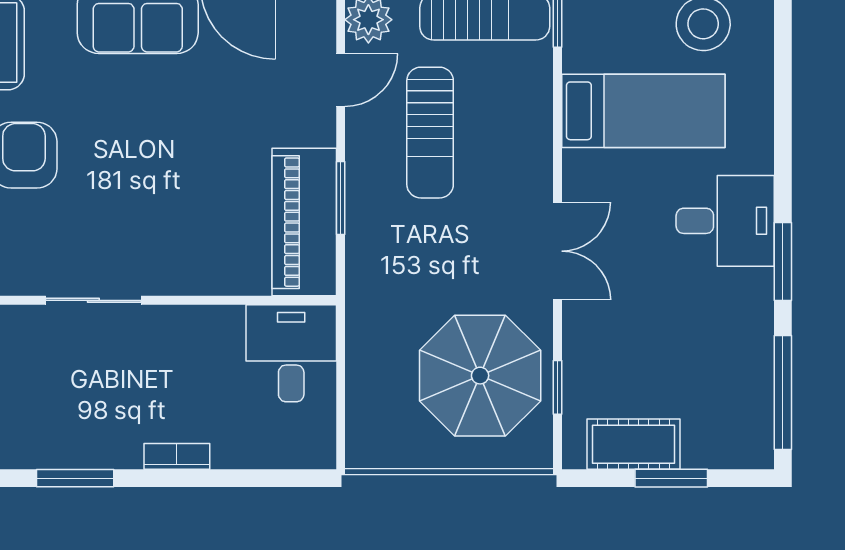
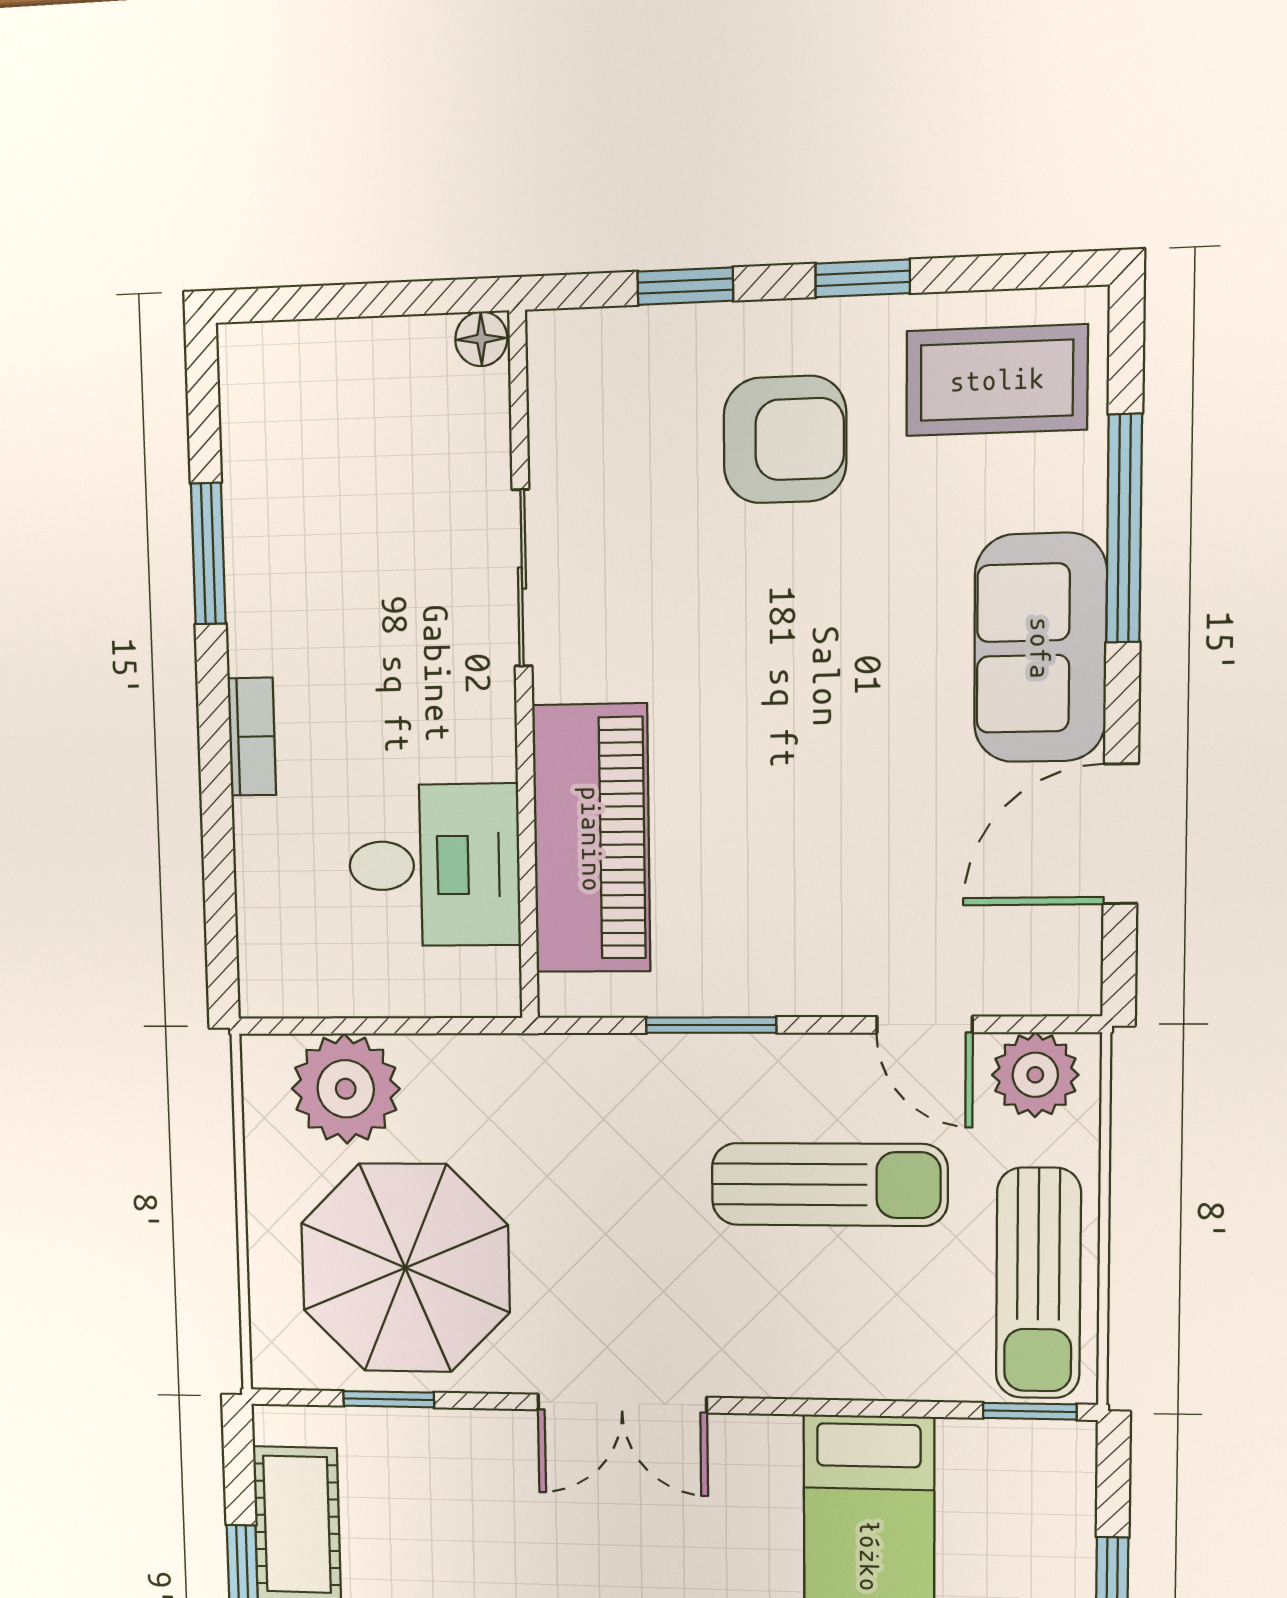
sun lounger: (430, 133) -> (829, 1185), turned 180
piano: (304, 222) -> (591, 839), moved, turned 90
desk: (291, 353) -> (434, 865), moved
plant: (377, 408) -> (346, 1089), added

